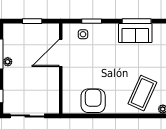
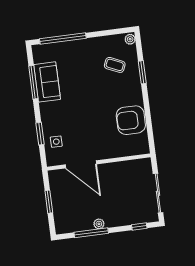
coffee table: (142, 93) -> (115, 65), width x0.54, depth x0.58
window: (133, 116) -> (142, 72), added

